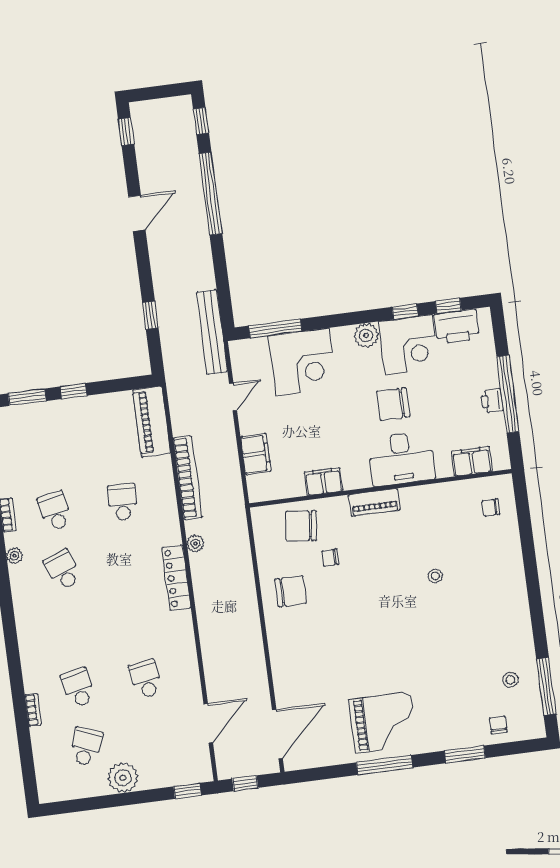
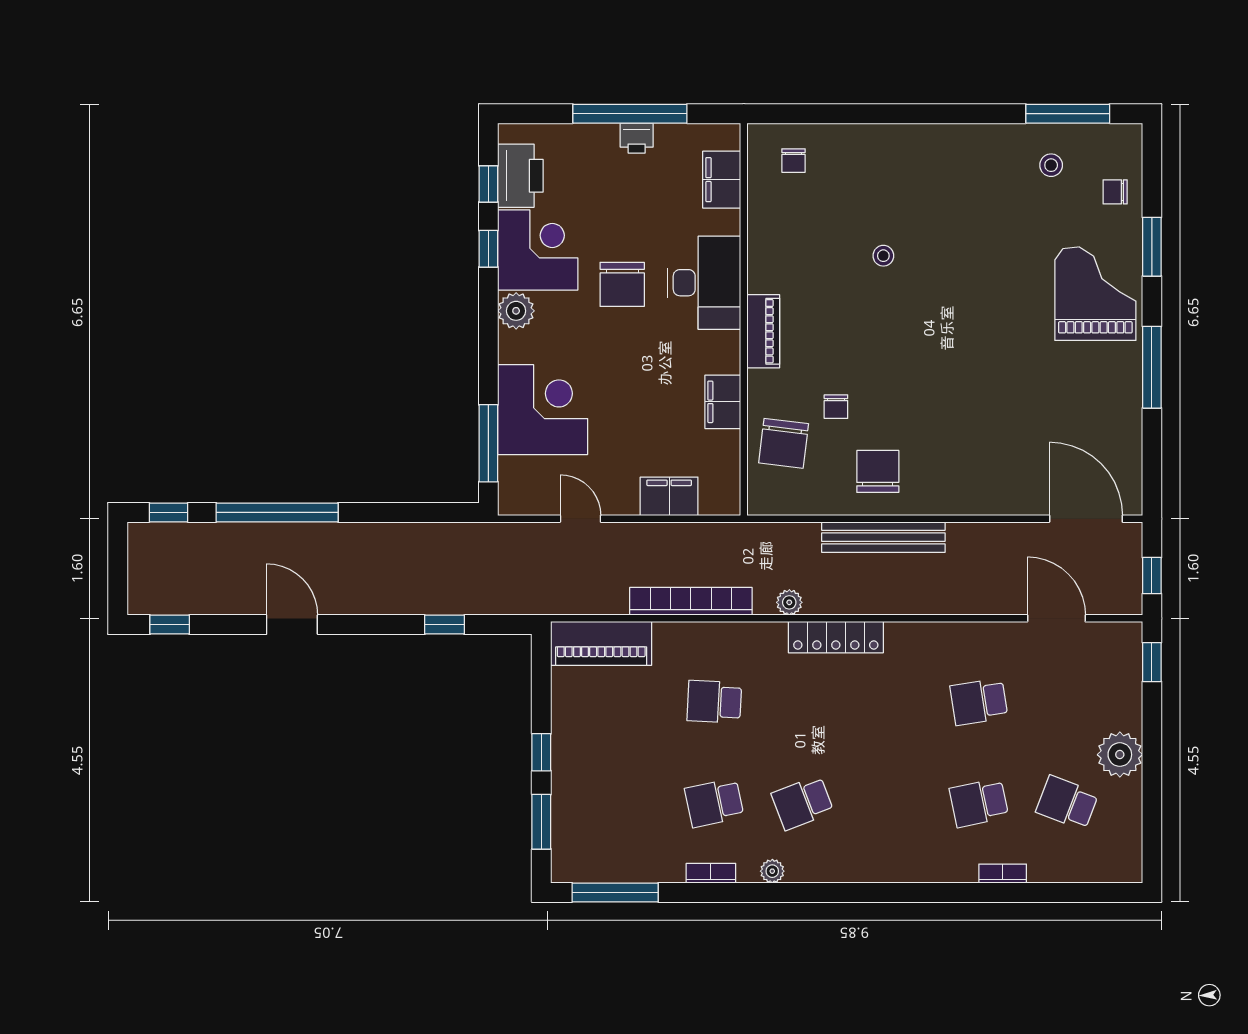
bench: (212, 332) -> (883, 537), moved
grand piano: (383, 722) -> (1095, 294), moved

